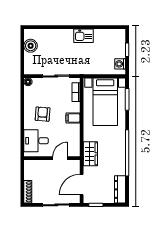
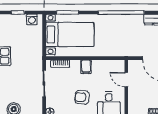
wardrobe: (90, 154) -> (122, 49), removed

